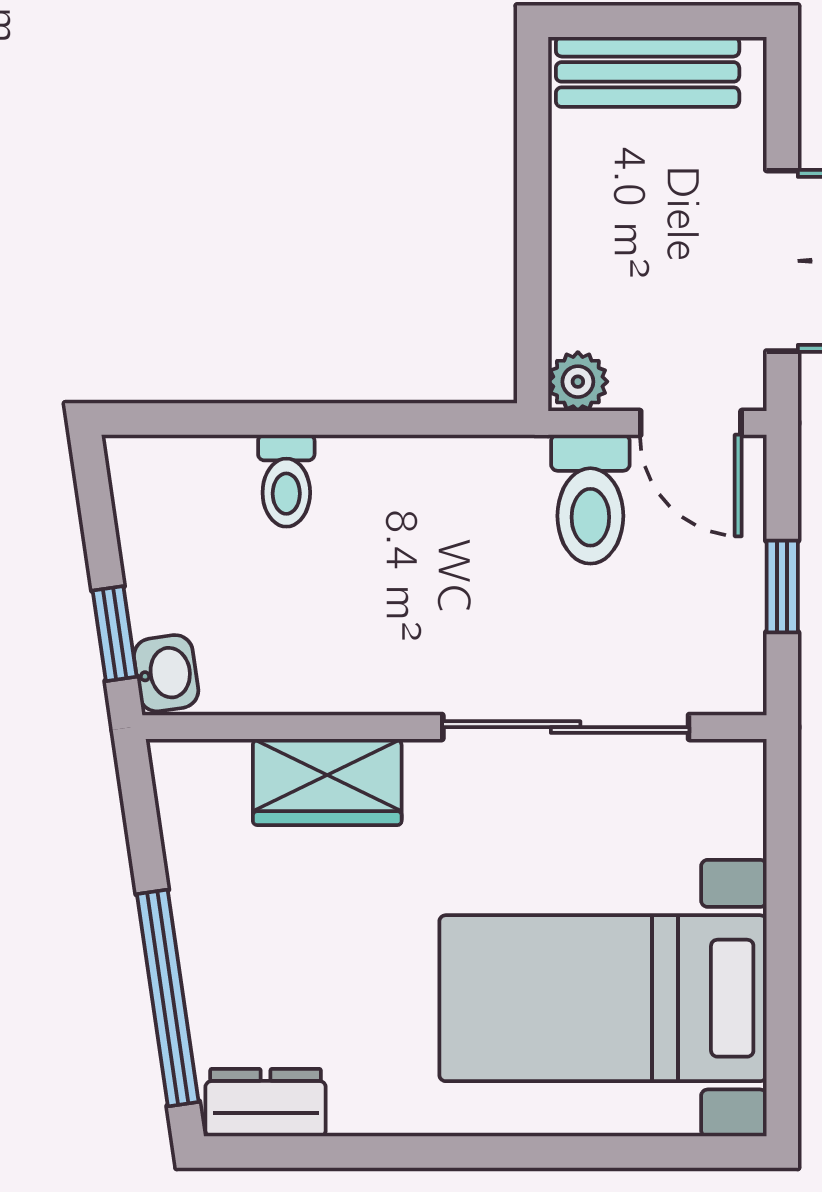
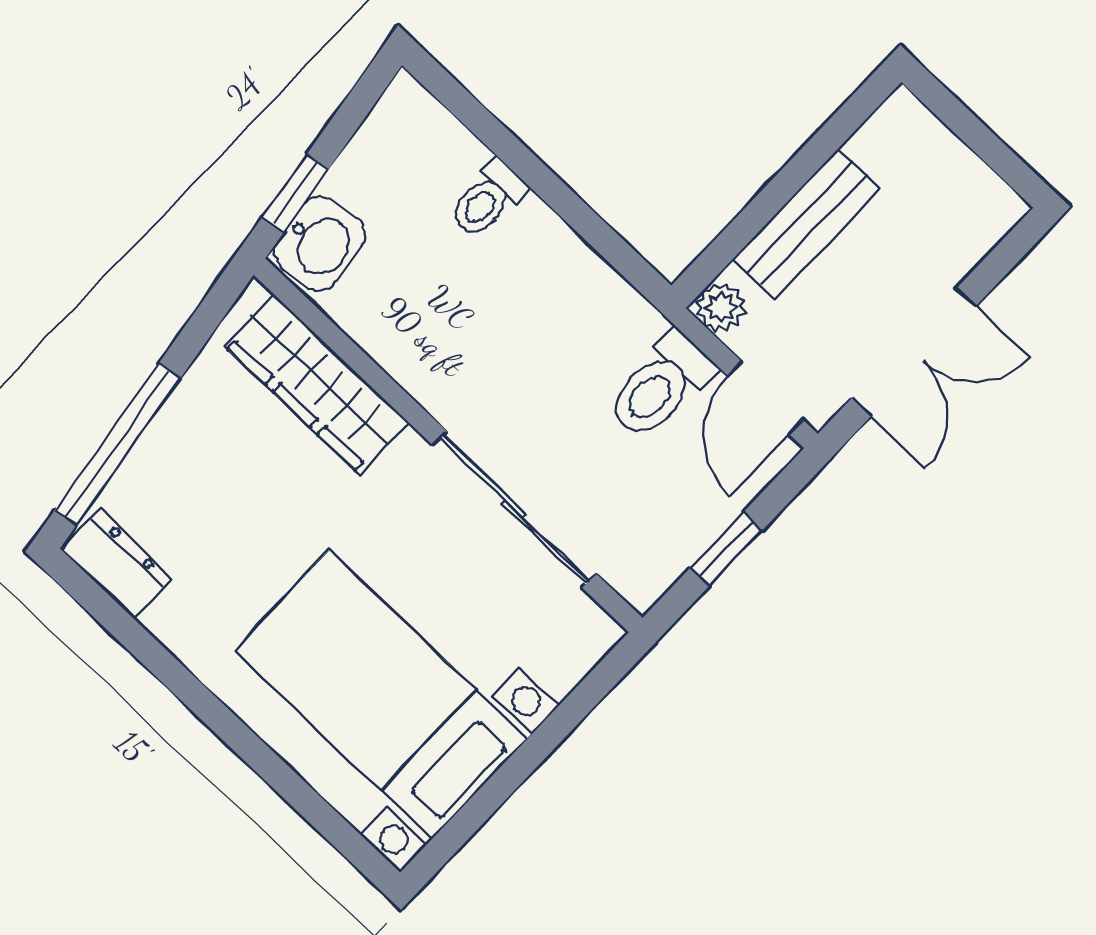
bench: (648, 72) -> (807, 224), moved, turned 90
washbasin: (166, 673) -> (319, 243), width x1.38, depth x1.45
wardrobe: (327, 782) -> (316, 384), width x1.50

